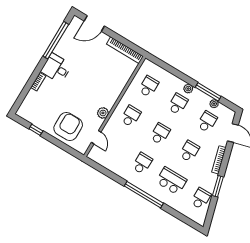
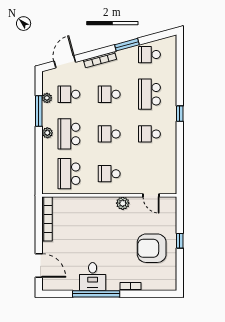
window: (56, 40) -> (96, 294), moved
desk: (56, 68) -> (93, 277), moved
school desk: (149, 86) -> (69, 174), width x1.85
school desk: (178, 104) -> (69, 134), width x1.85
armchair: (68, 126) -> (152, 248), moved
window: (36, 130) -> (180, 241), moved
door: (96, 137) -> (151, 195), swing flipped
window: (144, 195) -> (180, 114), width x0.32

